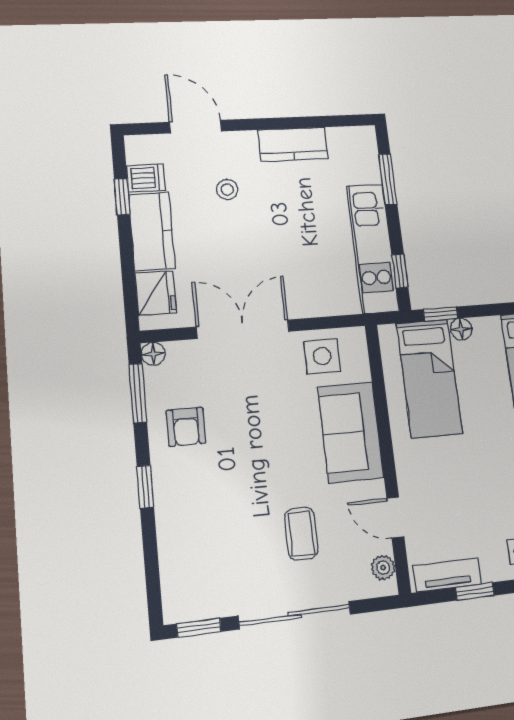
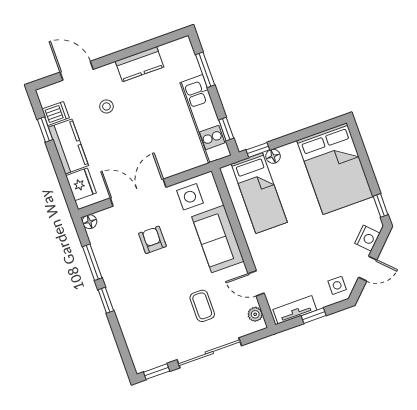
window: (138, 393) -> (92, 262), moved
armchair: (186, 427) -> (152, 240), moved, turned 180

